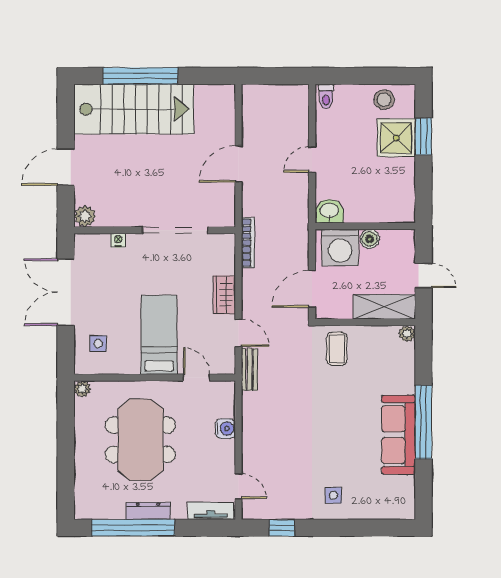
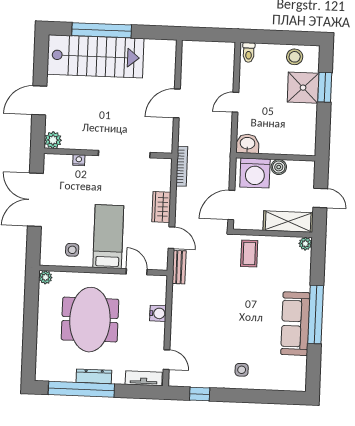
side table: (98, 344) -> (72, 250), moved

